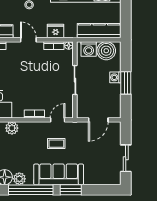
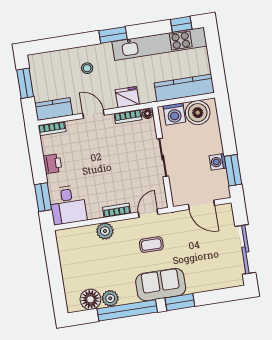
washing machine: (115, 77) -> (218, 162), moved
window: (126, 83) -> (233, 170), moved
door: (98, 120) -> (201, 205), hinge flipped
plant: (12, 128) -> (105, 231), moved
sliding door: (126, 158) -> (245, 249), width x1.37
sofa: (59, 174) -> (161, 285), width x0.73

